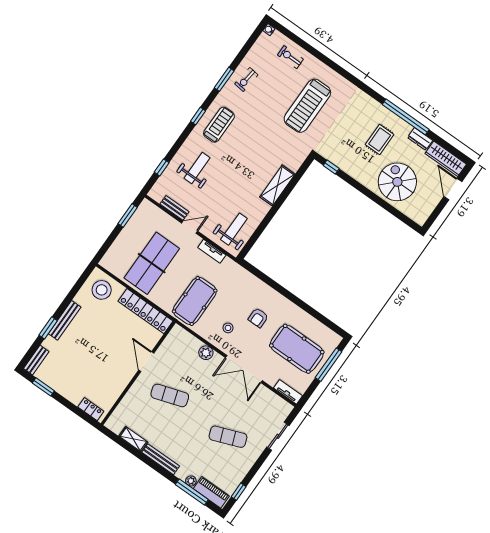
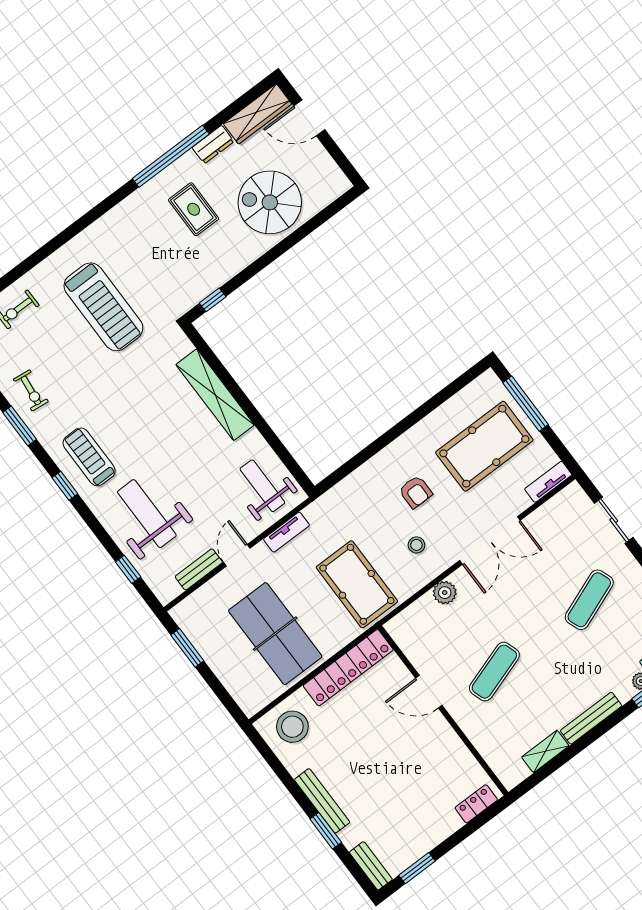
weight bench: (197, 168) -> (147, 514), width x1.36, depth x1.33
shelving: (277, 186) -> (215, 395), width x1.47

